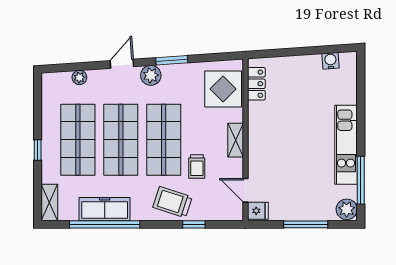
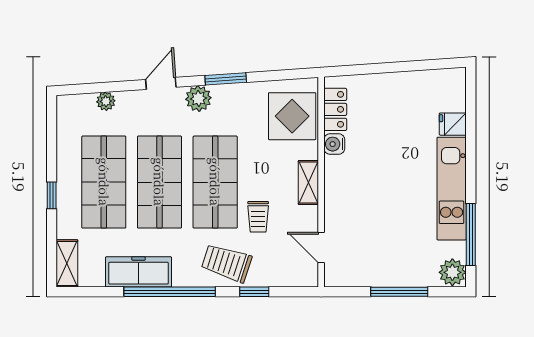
water cooler: (331, 61) -> (334, 144), moved, turned -86
fridge: (258, 211) -> (453, 124), moved, turned 180
window: (105, 224) -> (170, 292), moved

